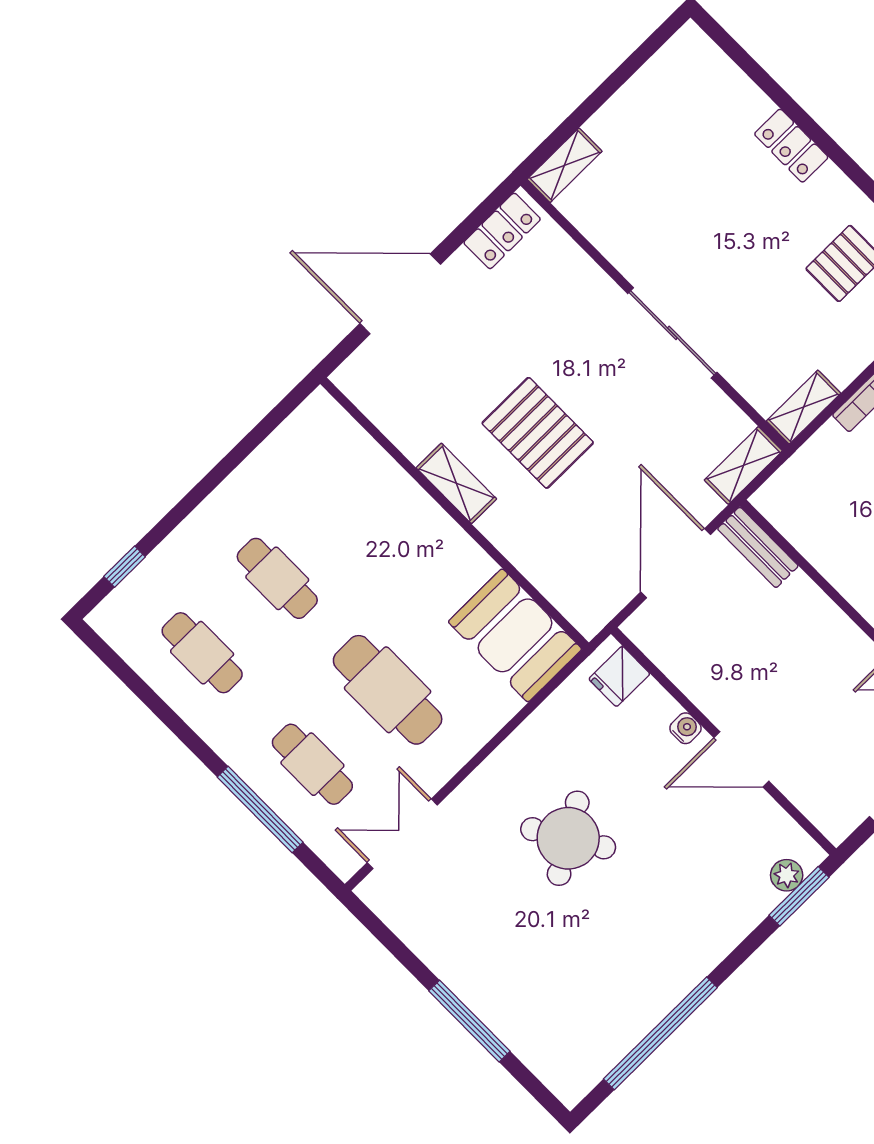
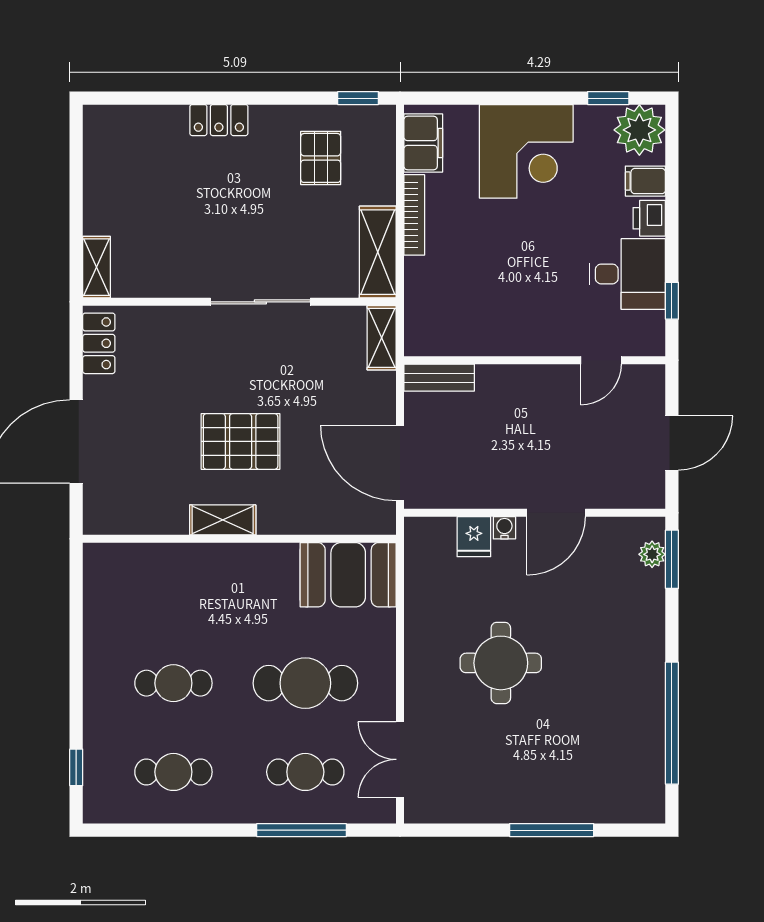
shelving: (804, 407) -> (378, 252), width x1.50, depth x1.33
door: (676, 563) -> (400, 463), moved
fridge: (619, 676) -> (474, 537), moved
round table: (568, 838) -> (501, 663), turned 31

